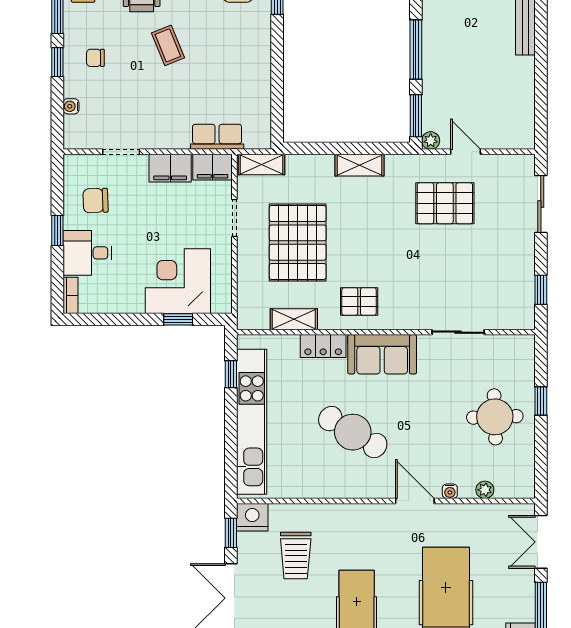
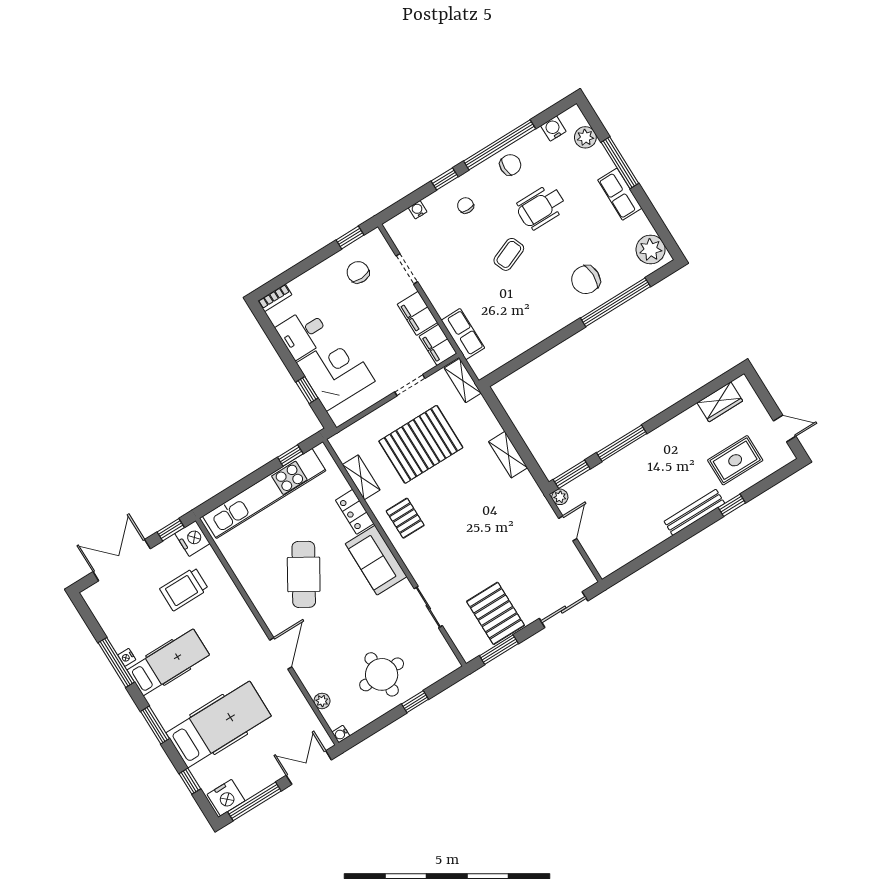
pallet: (445, 203) -> (496, 613), moved
window: (57, 231) -> (350, 238), moved
desk: (87, 253) -> (303, 333), moved, turned -90
window: (541, 290) -> (499, 650), width x1.50
water cooler: (450, 491) -> (341, 734), moved

